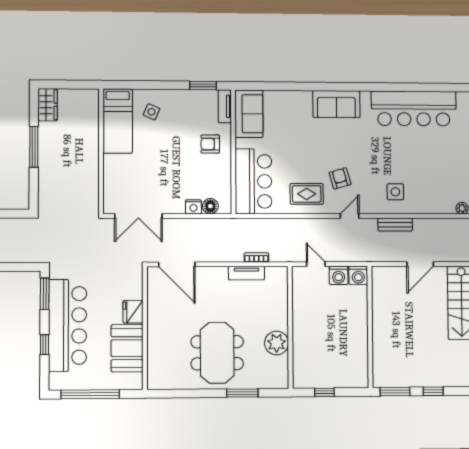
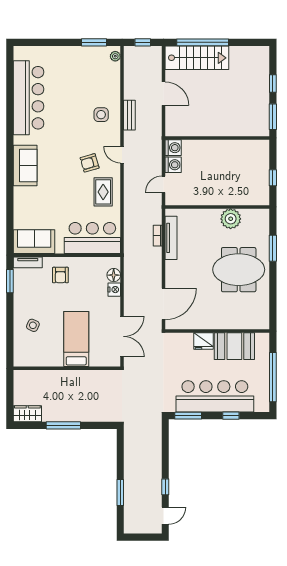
bed: (118, 121) -> (76, 339), moved, turned -90
tv unit: (246, 273) -> (171, 238), width x1.41

